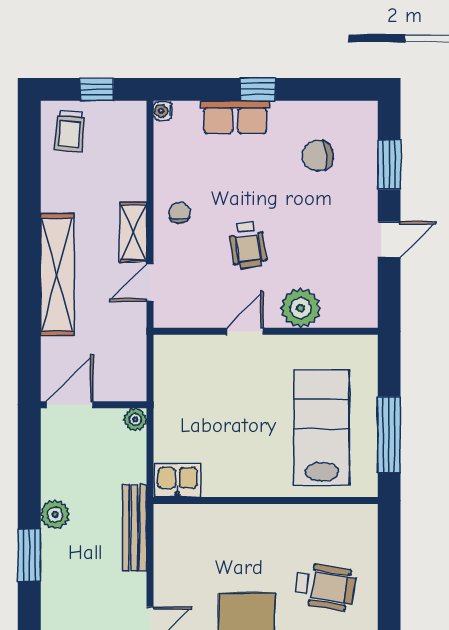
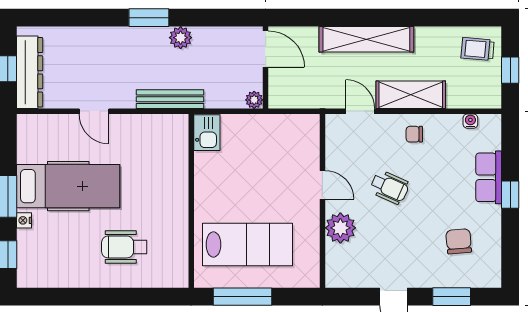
water cooler: (163, 111) -> (470, 121), moved
chair: (180, 213) -> (414, 134), turned 180
shelving: (133, 232) -> (411, 95), width x1.50, depth x1.33
wheelchair: (248, 245) -> (389, 187), turned -148
wheelchair: (325, 587) -> (124, 247), turned 81

